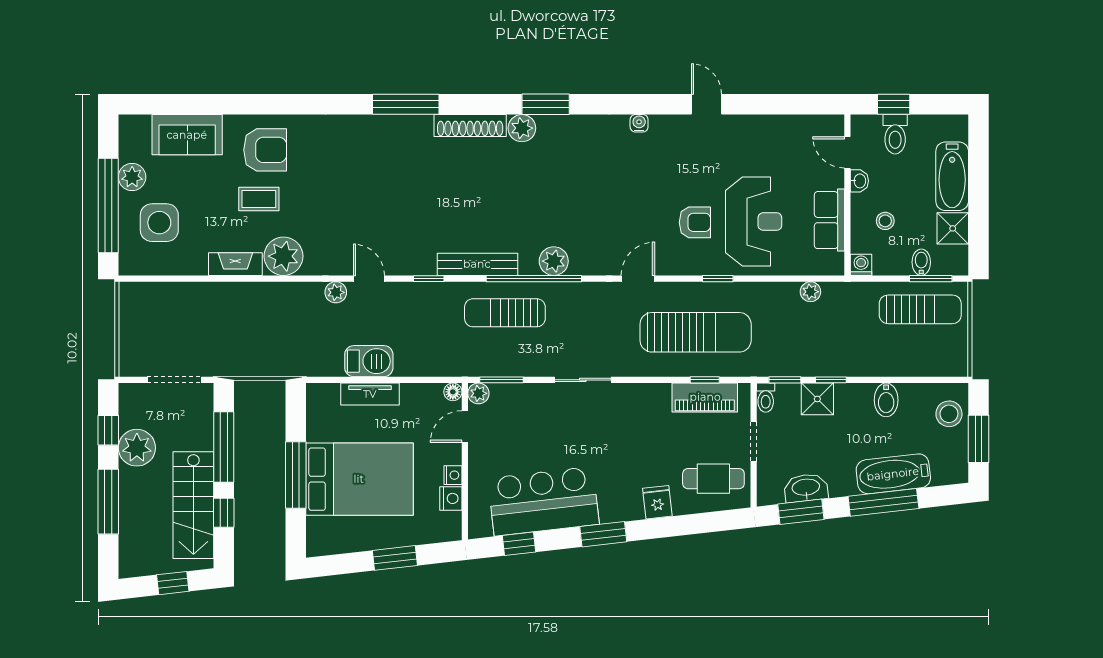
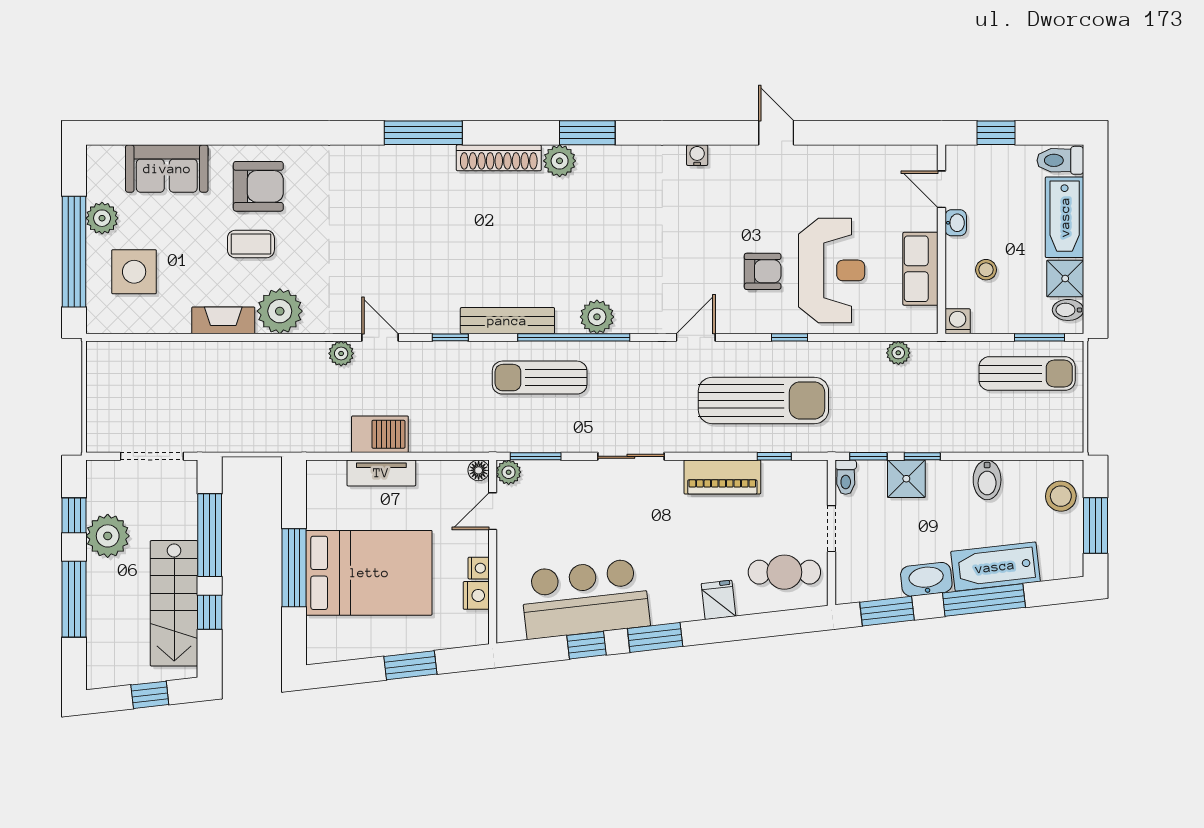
toilet: (895, 134) -> (1060, 160), moved, turned 90
bidet: (921, 262) -> (1068, 310), moved, turned -90
piano: (705, 397) -> (722, 477), moved
washbasin: (806, 488) -> (926, 579), moved
window: (519, 544) -> (587, 645), moved

